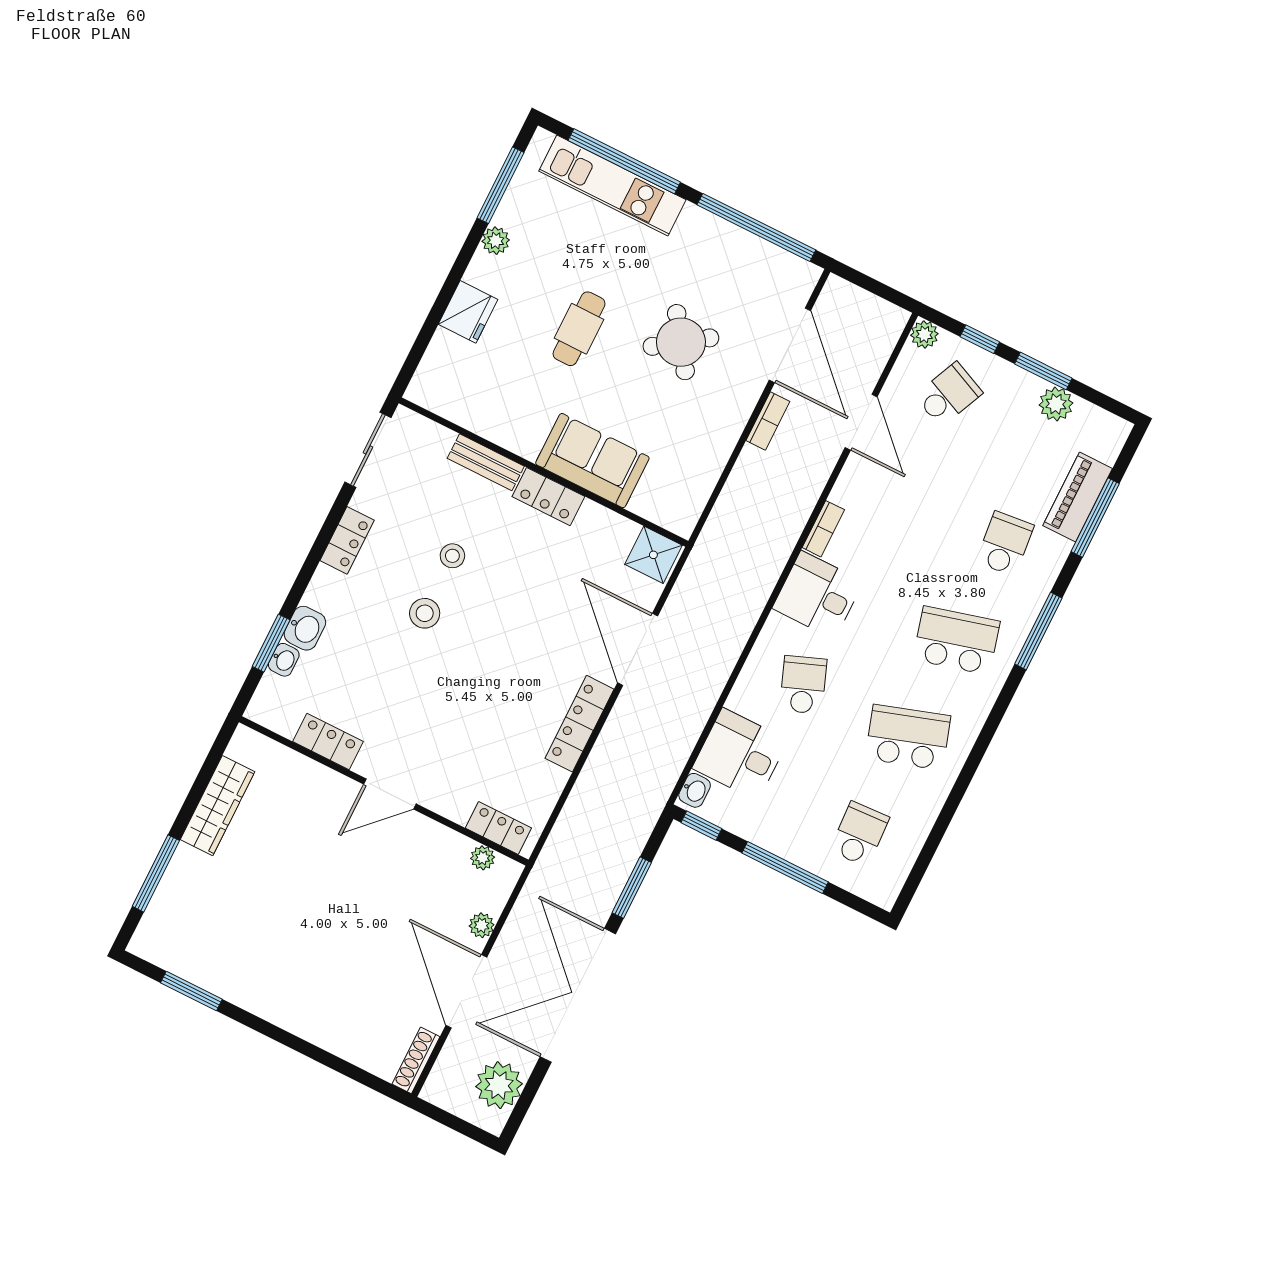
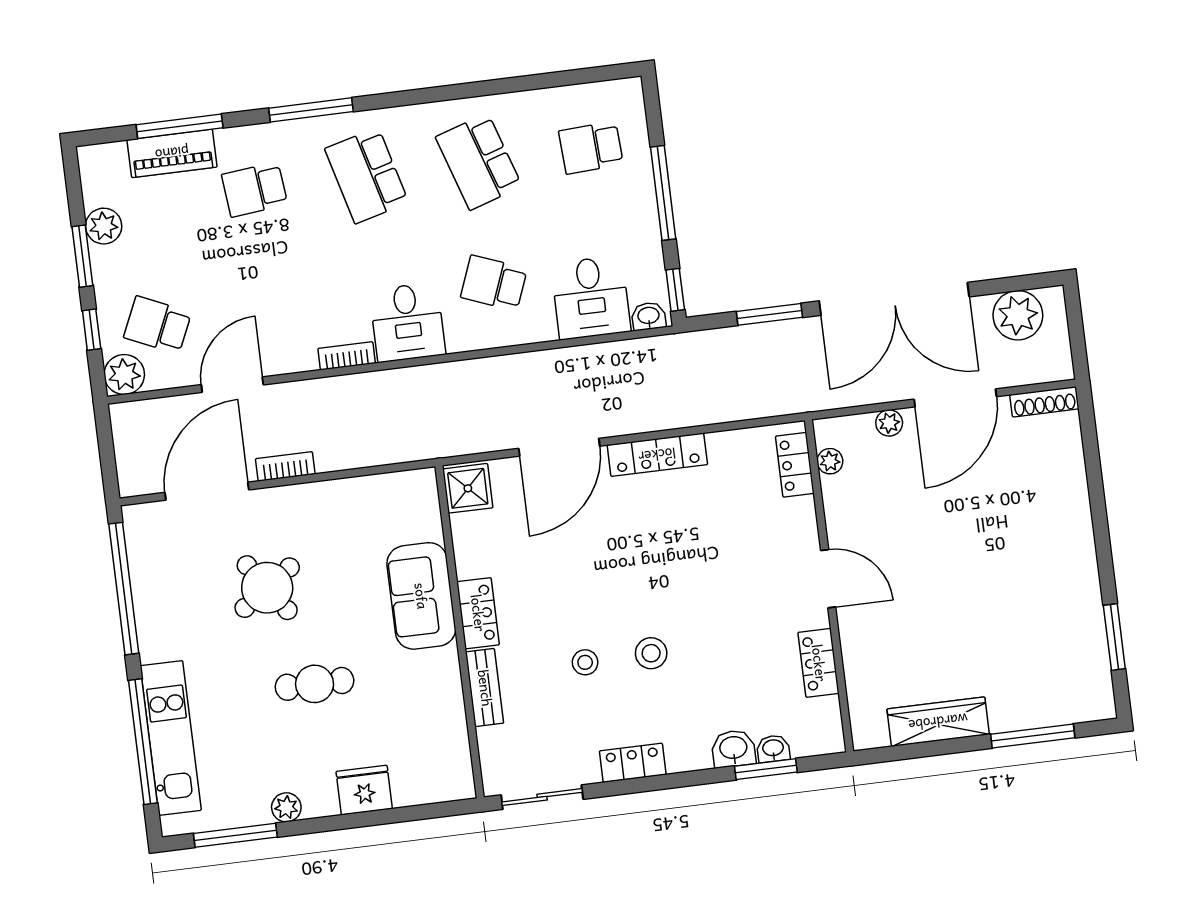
plant: (924, 334) -> (124, 374), width x1.38, depth x1.38
school desk: (803, 685) -> (494, 283), turned 42

